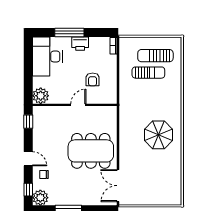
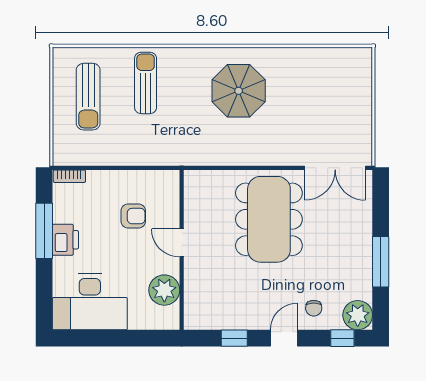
window: (69, 32) -> (44, 231), moved
sun lounger: (148, 73) -> (146, 83), moved
plant: (41, 96) -> (164, 290), moved
window: (28, 122) -> (234, 338), moved

